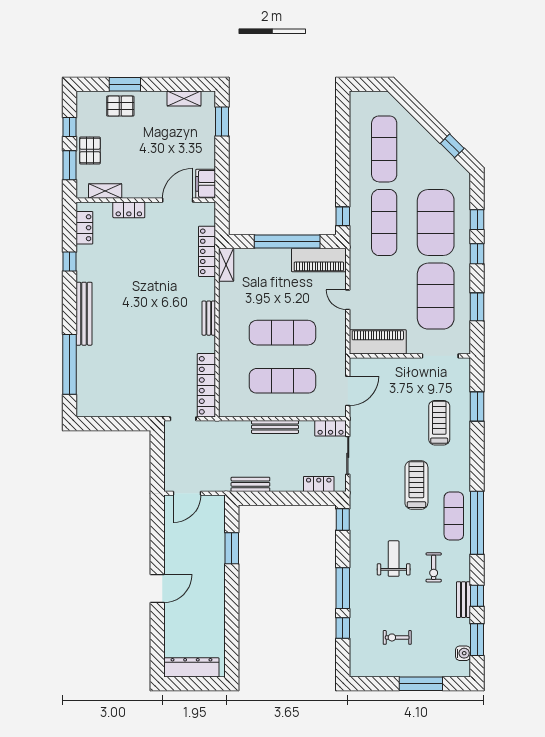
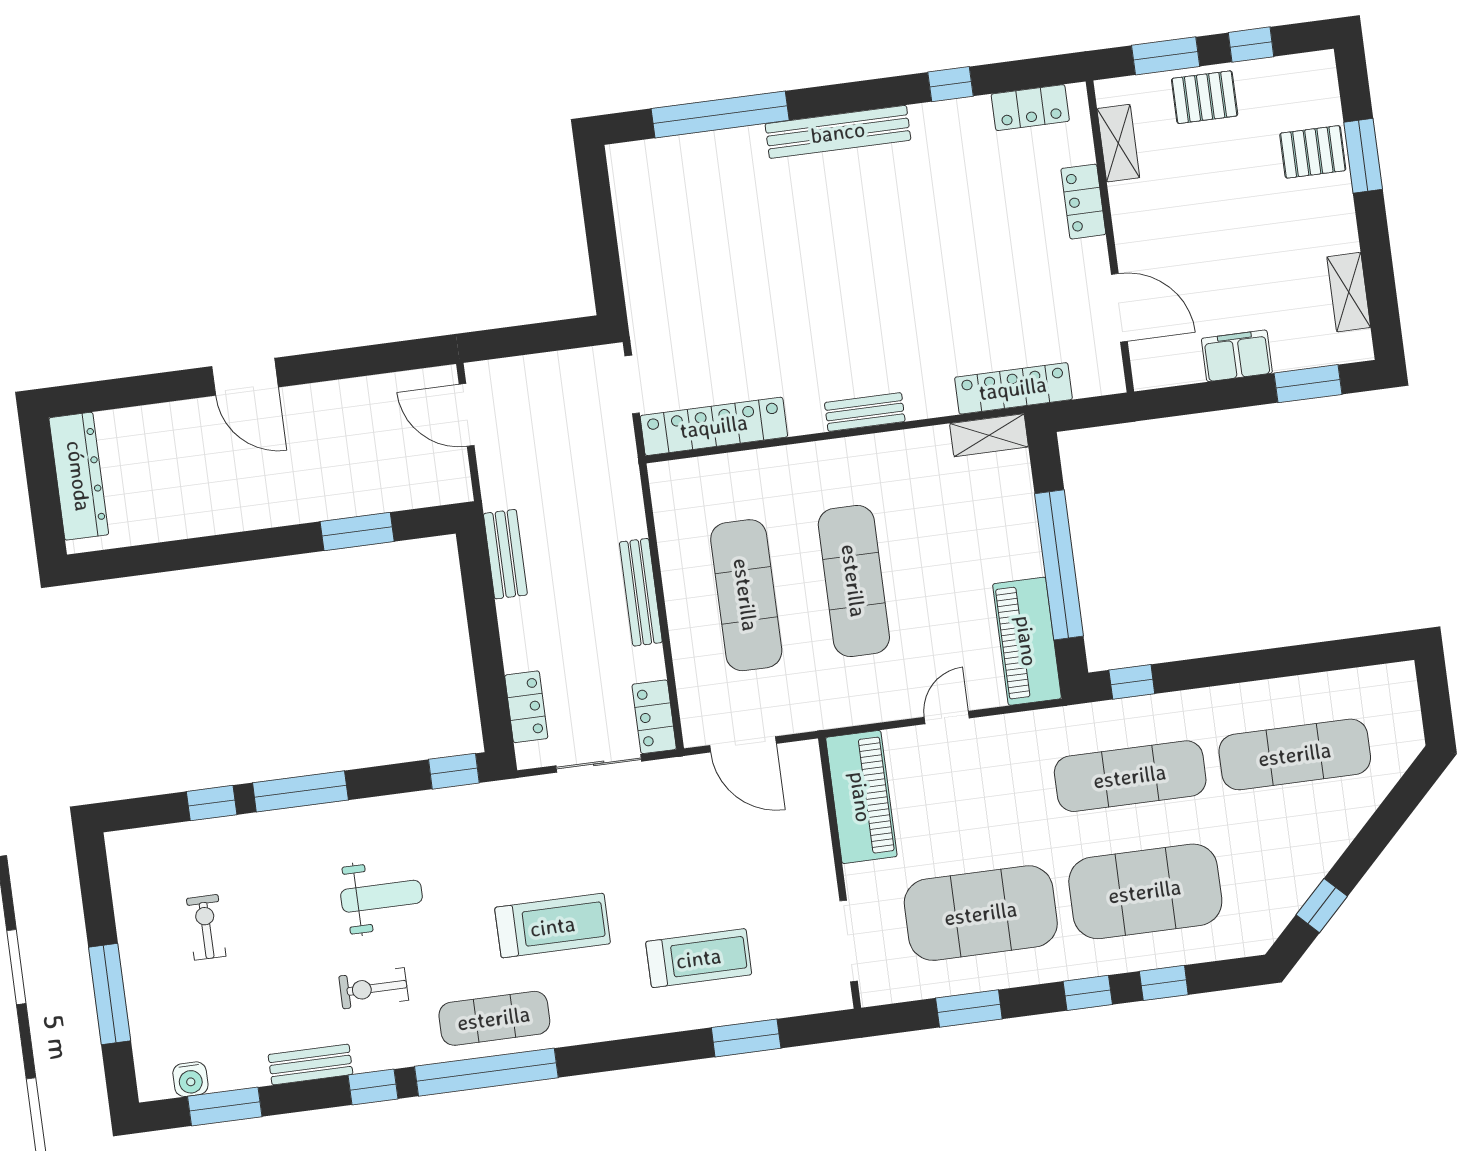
pallet: (120, 106) -> (1313, 152), turned 90
filing cabinet: (206, 184) -> (1237, 356), moved
window: (477, 596) -> (373, 1087), moved

